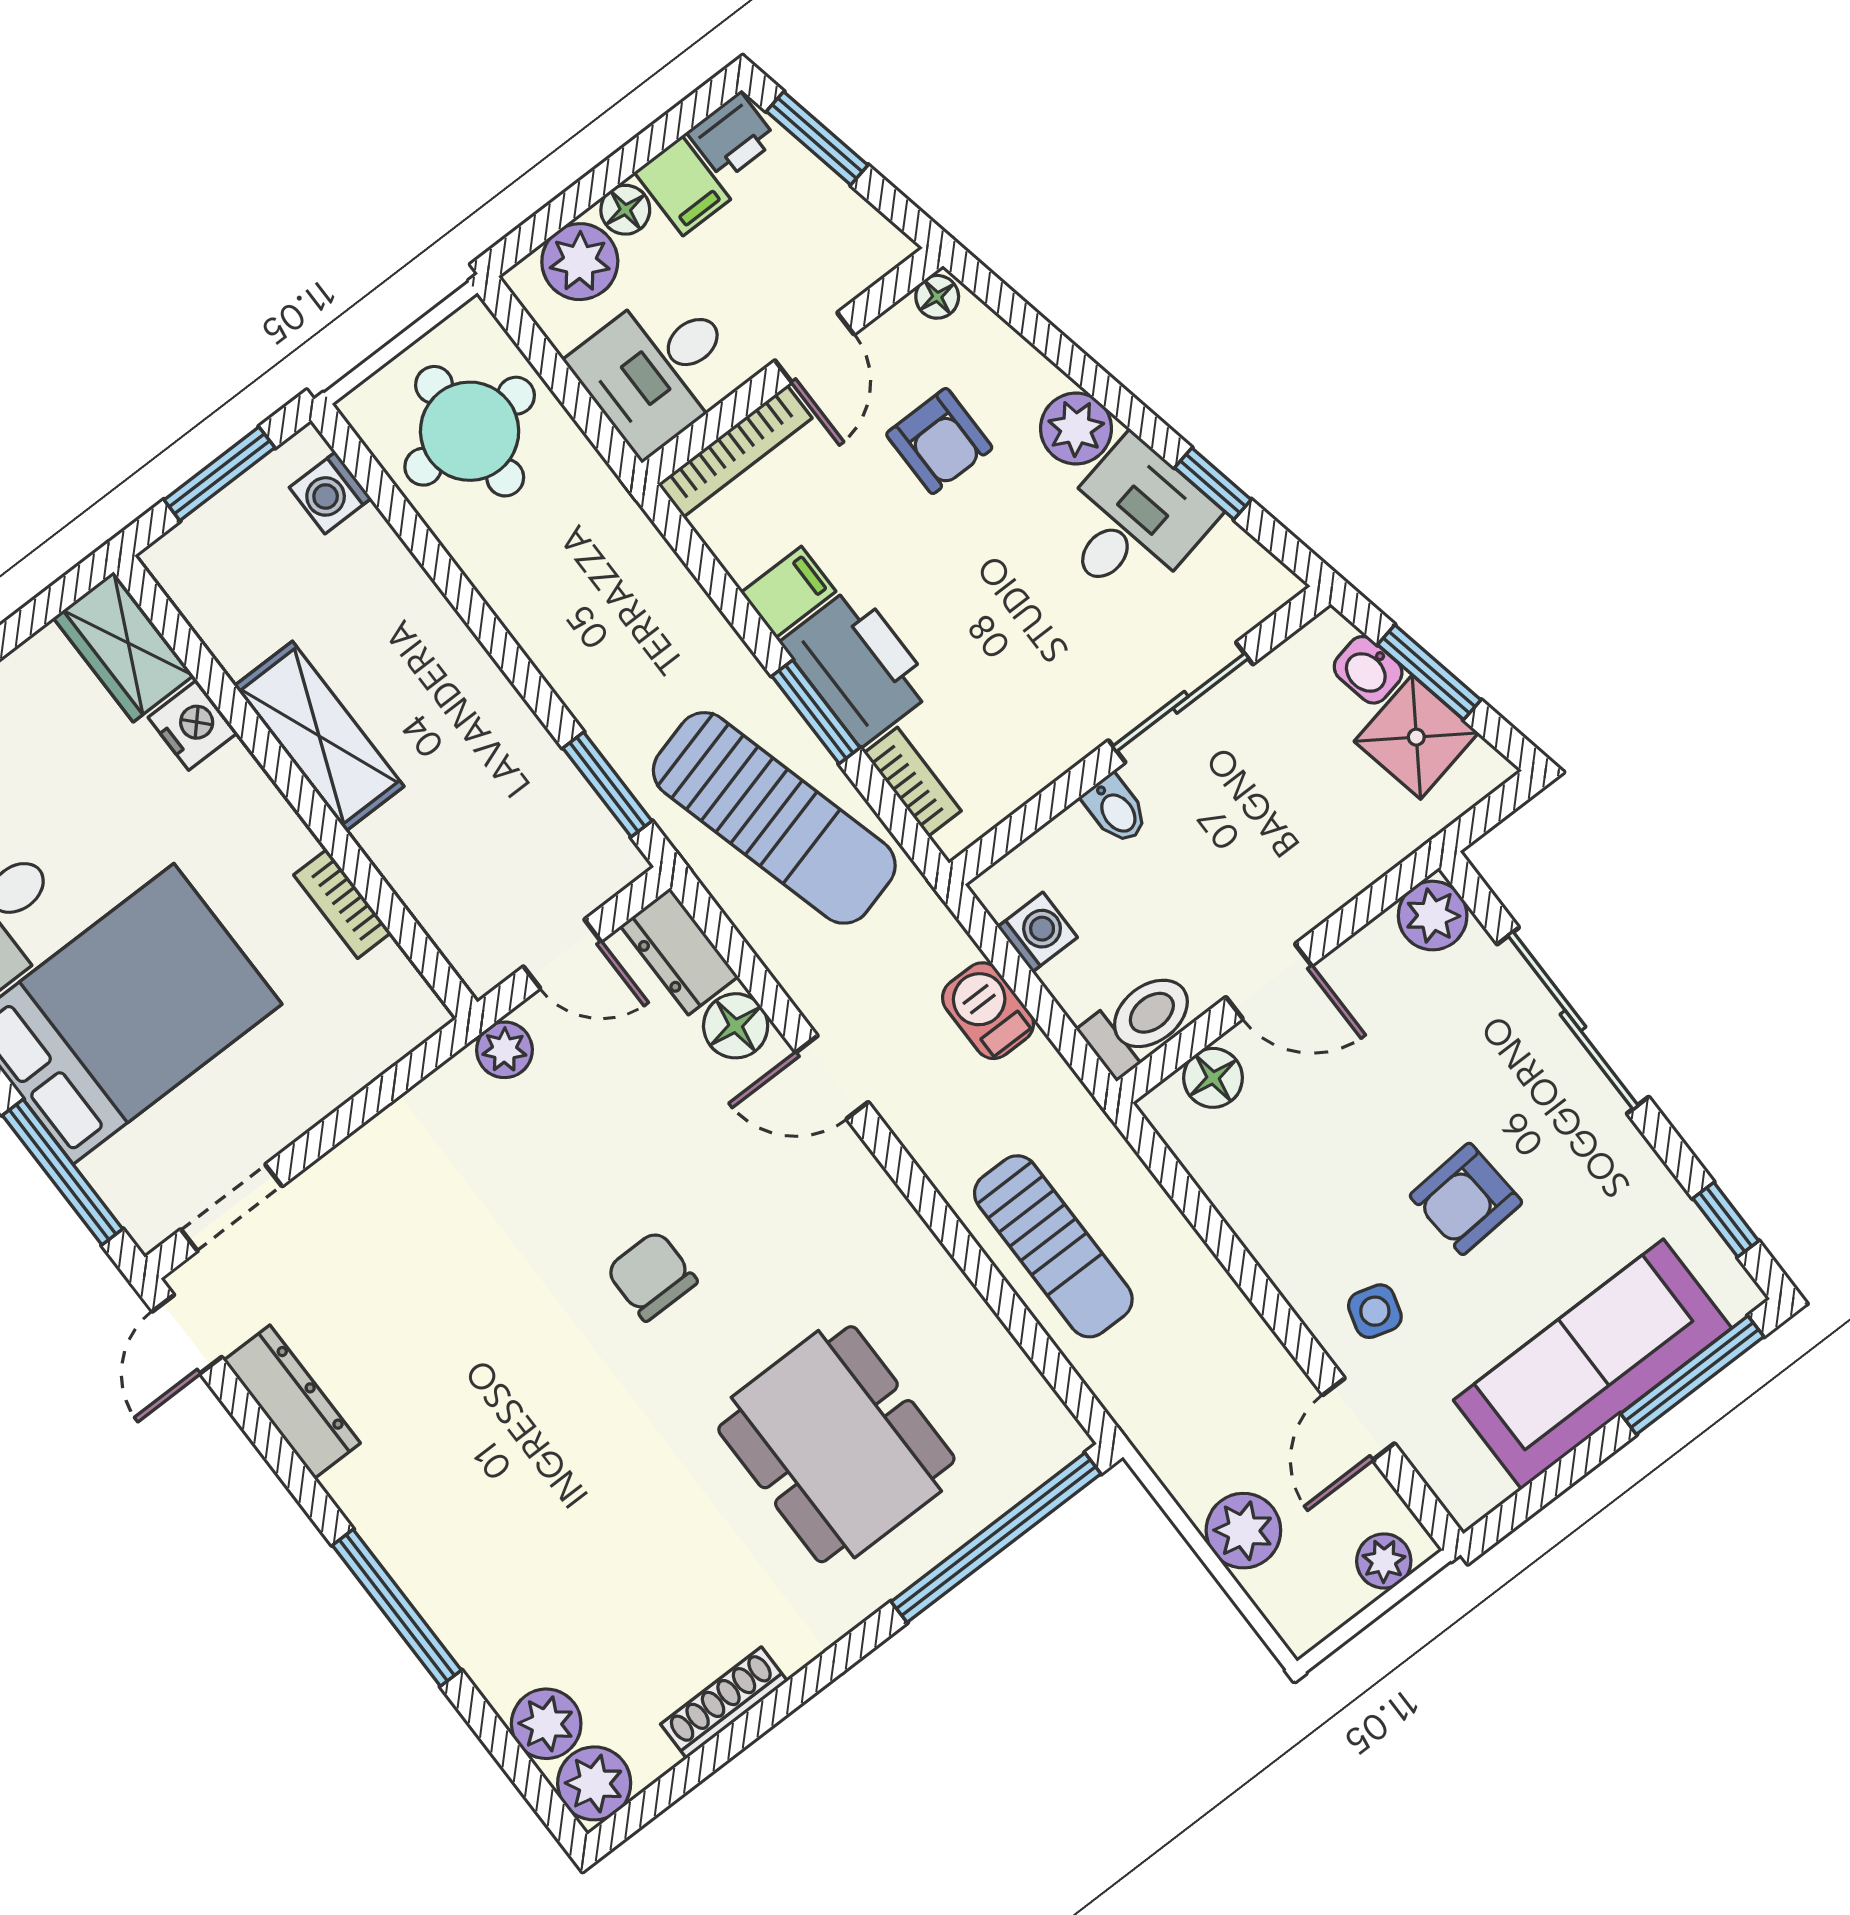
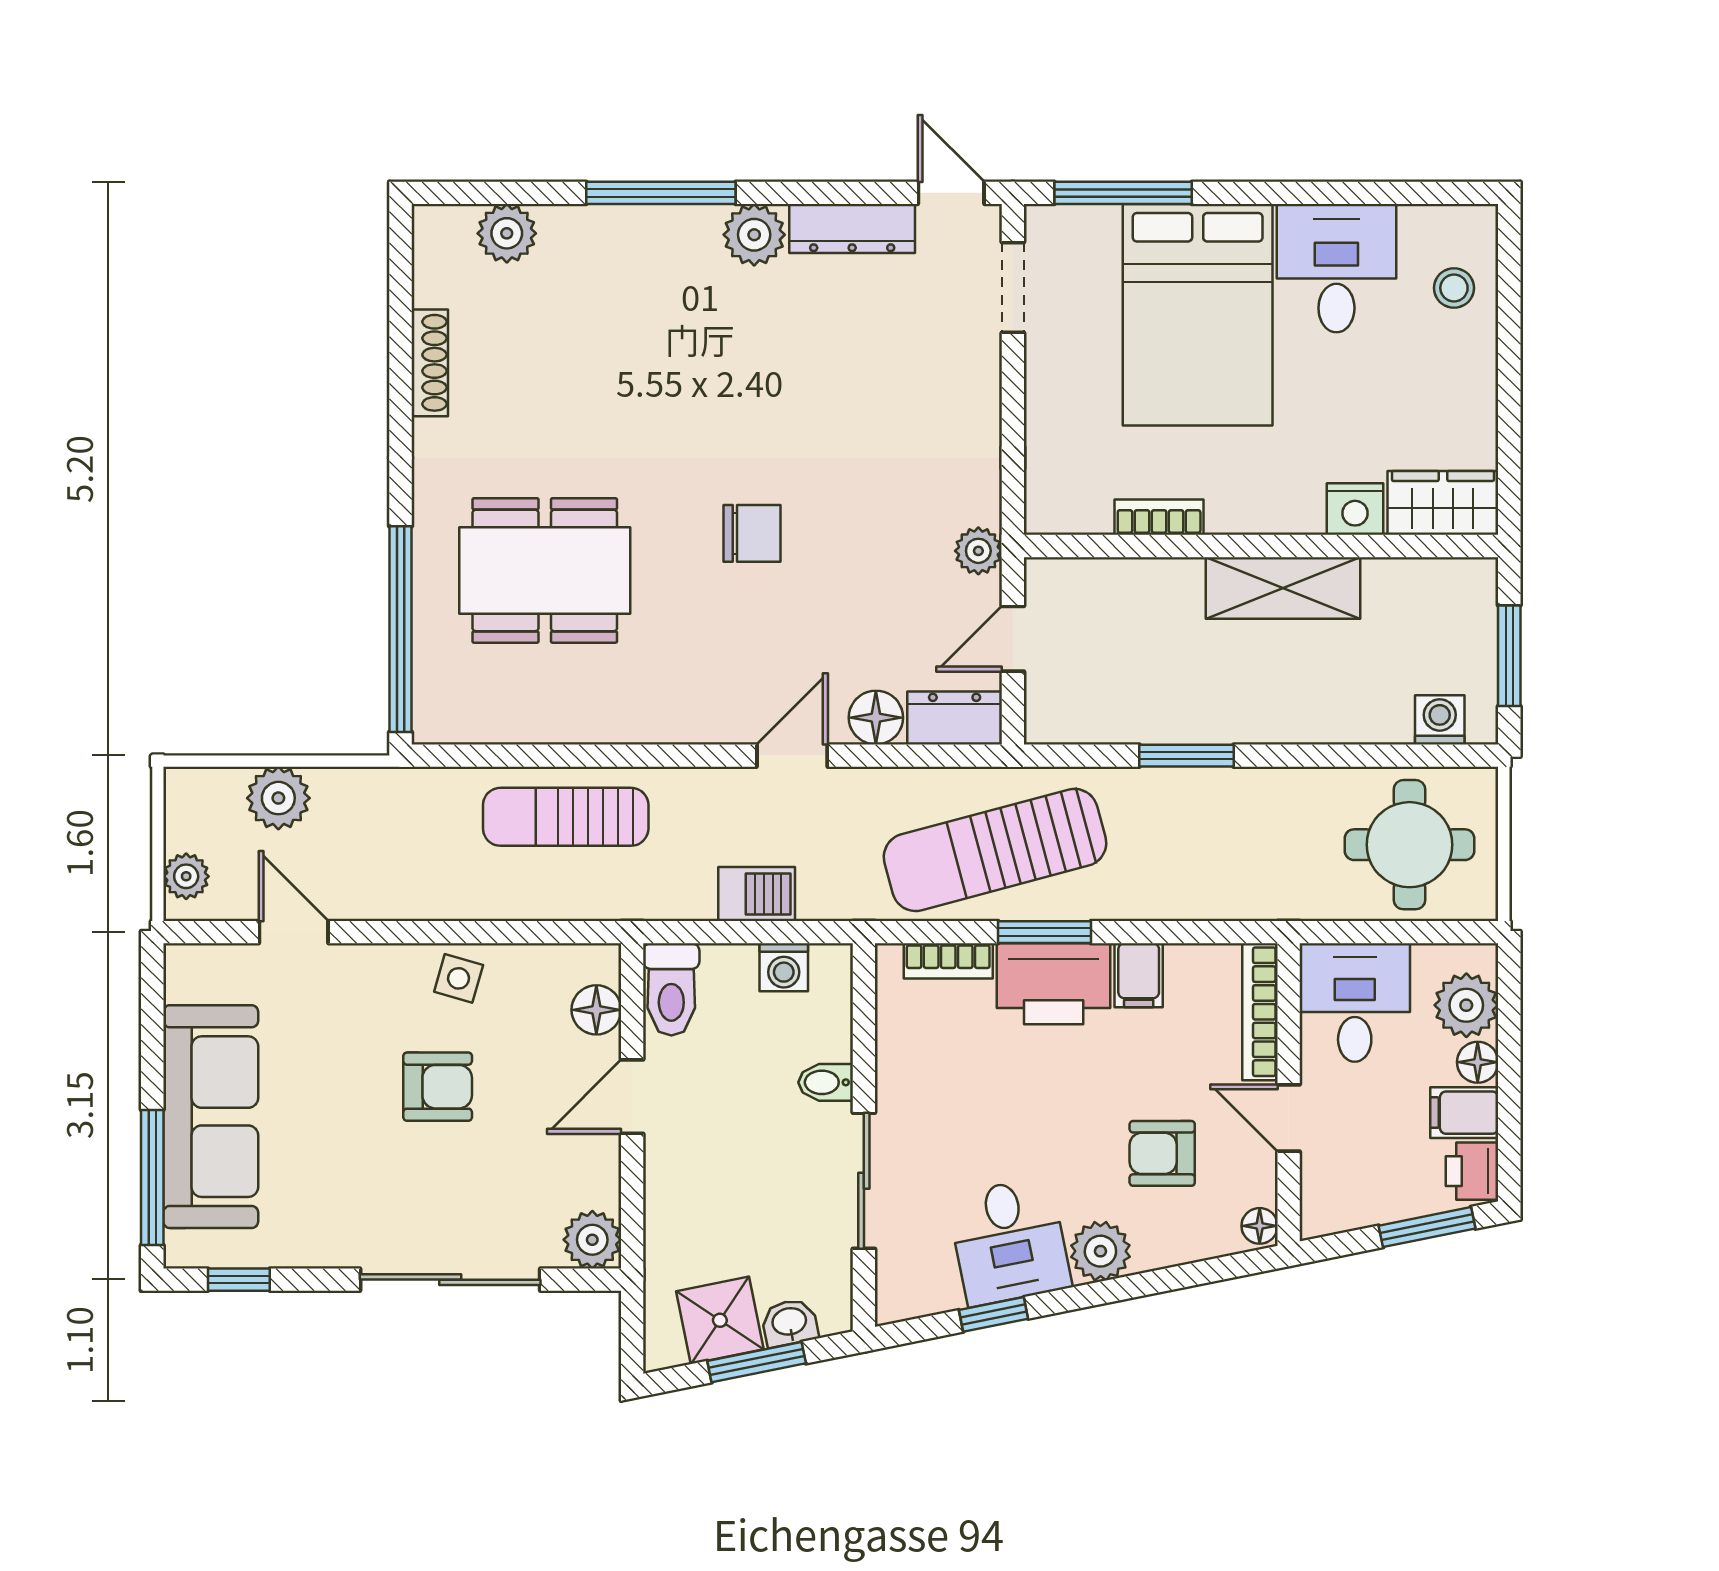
window: (607, 784) -> (1187, 756), moved
armchair: (1466, 1199) -> (438, 1087), moved, turned 94
side table: (1375, 1311) -> (459, 978), moved
plant: (594, 1783) -> (754, 235), moved

